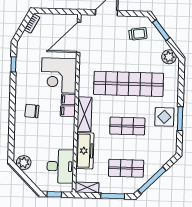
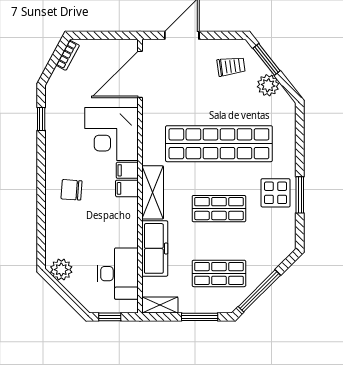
plant: (169, 57) -> (268, 85), moved

